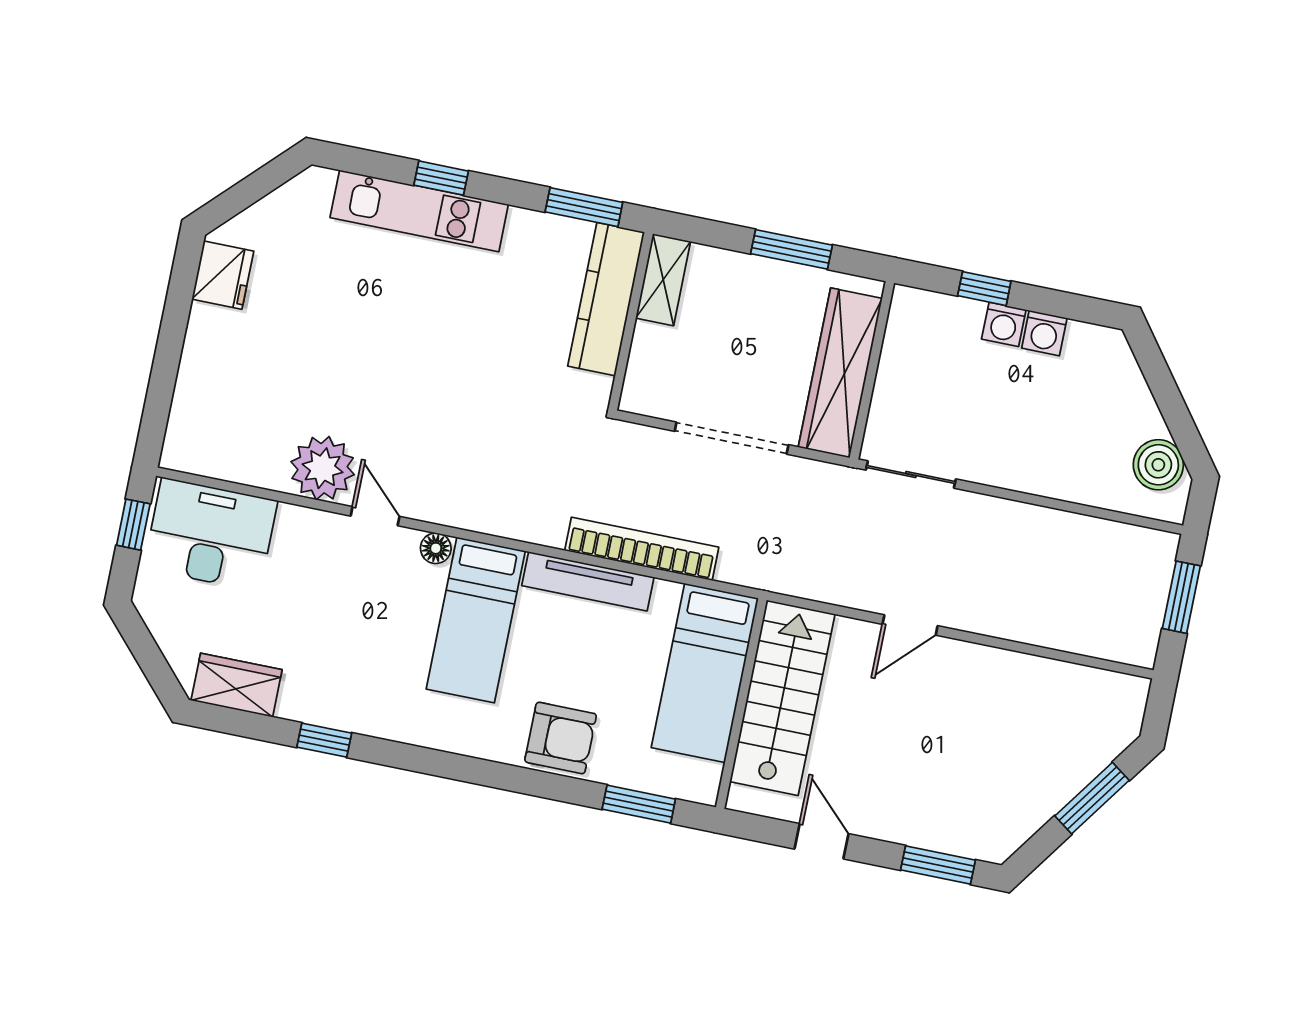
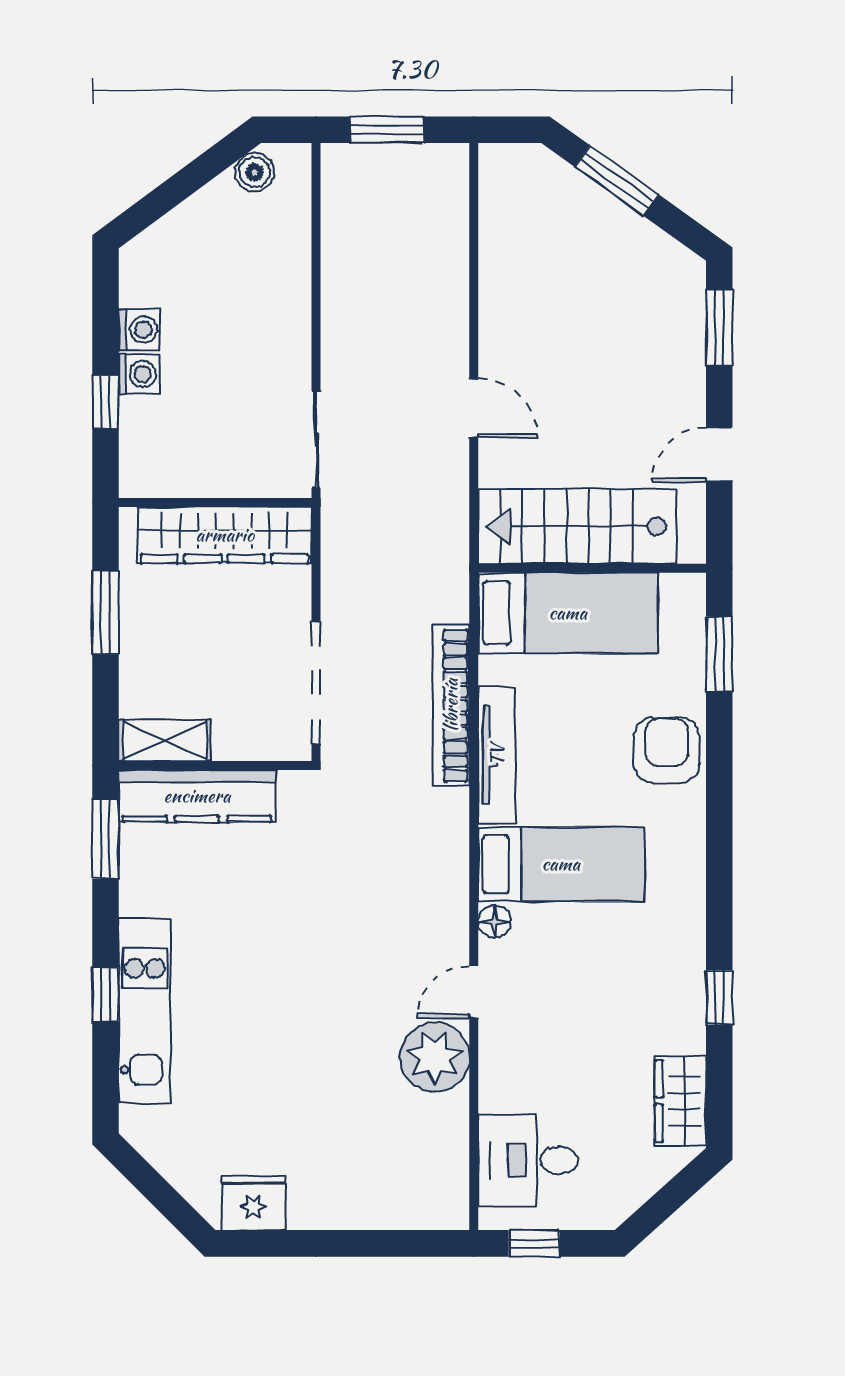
doorway: (732, 438) -> (316, 682), moved
boiler: (1158, 465) -> (255, 172), width x0.73, depth x0.73
desk: (211, 535) -> (528, 1160), width x0.73

